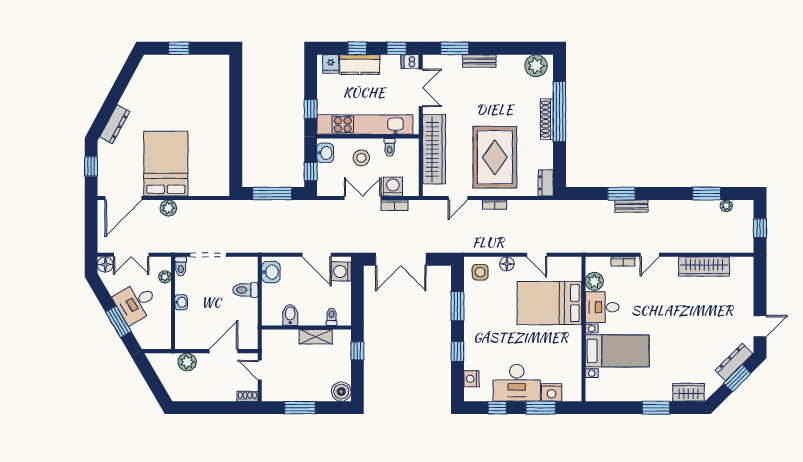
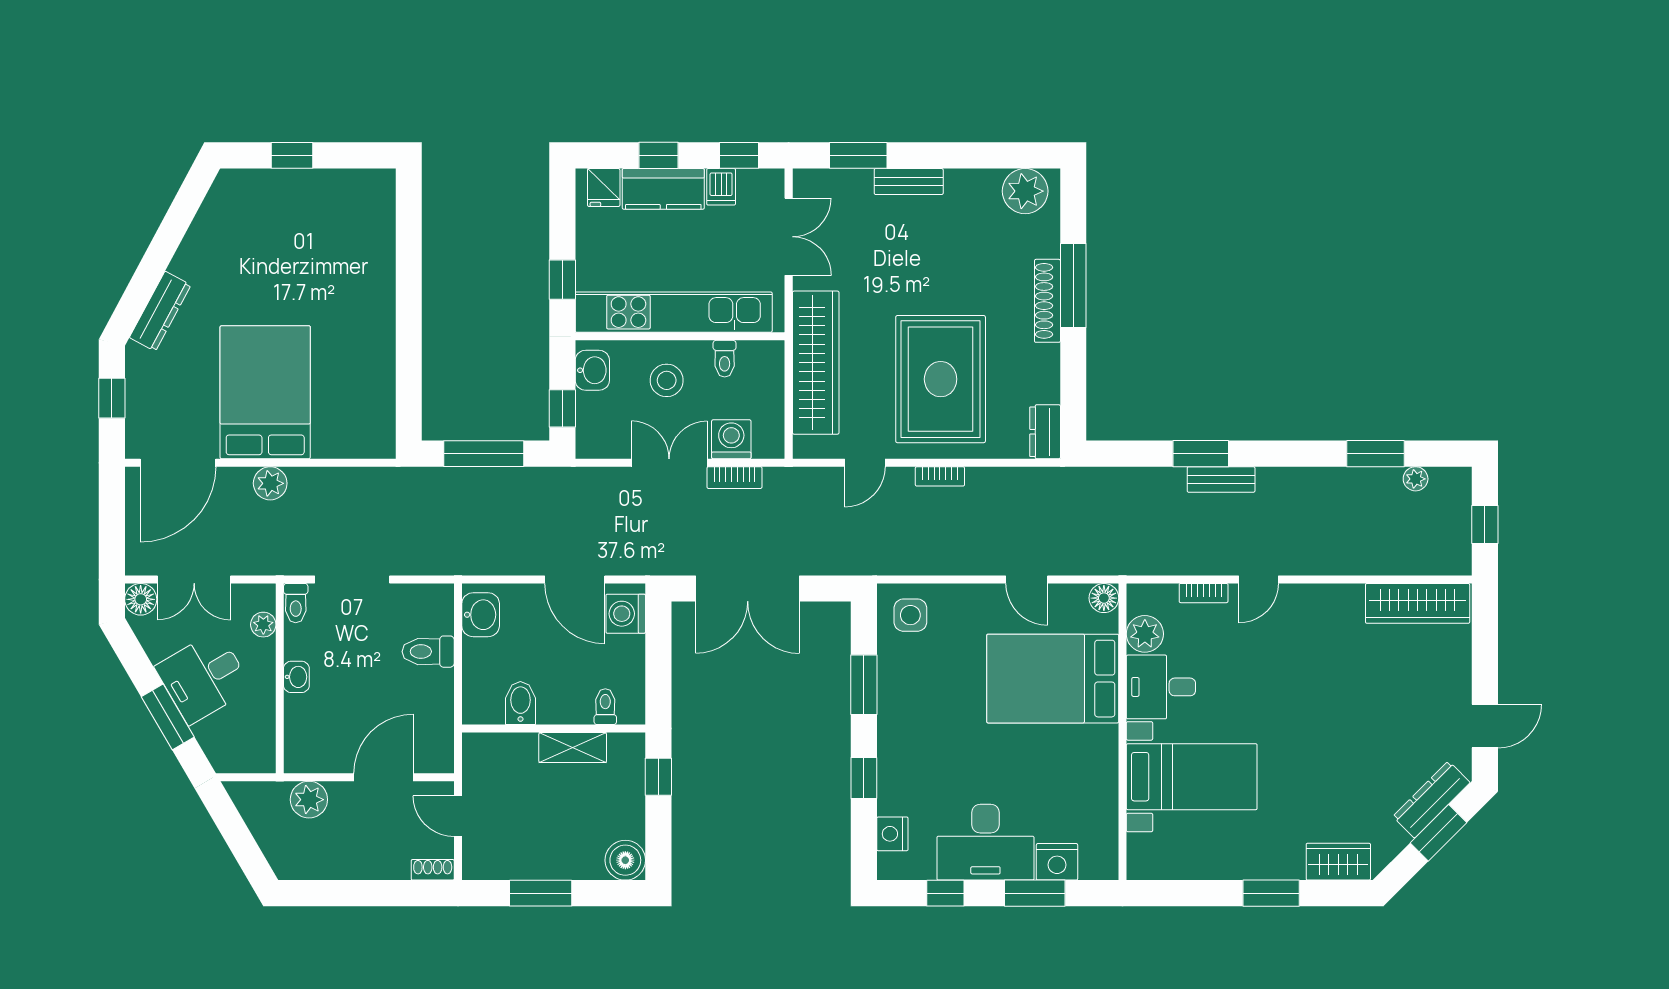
dishwasher: (410, 62) -> (721, 187), moved, turned -90
window: (559, 112) -> (1073, 285), width x0.68
floor lamp: (507, 264) -> (1104, 598), moved
wardrobe: (704, 266) -> (1418, 603), moved

